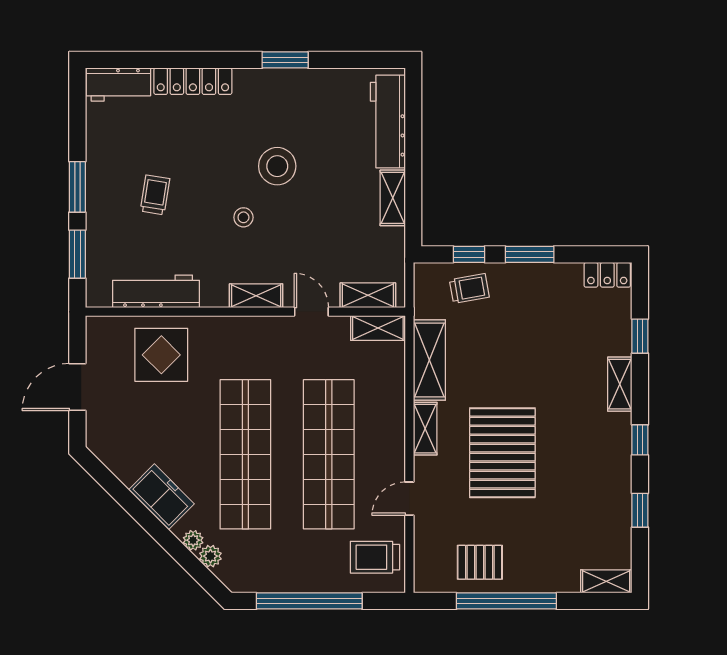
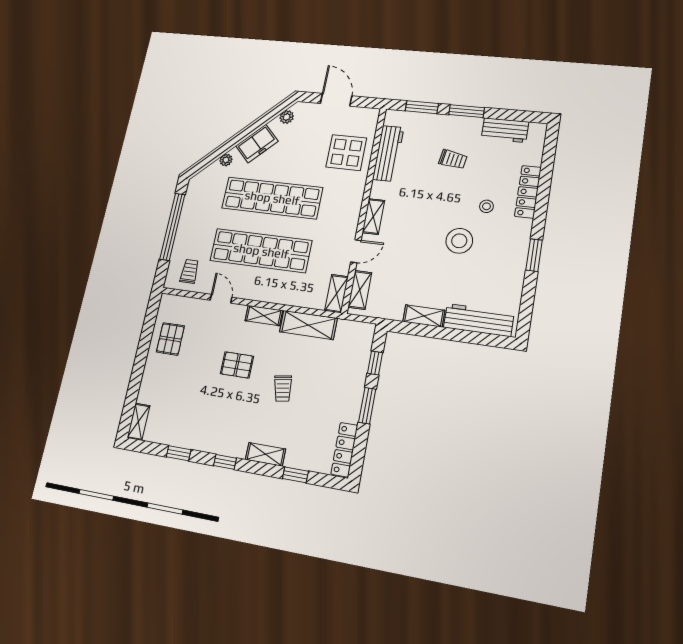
workbench: (118, 85) -> (505, 130), moved, turned -90
stool: (243, 217) -> (486, 206), moved
locker: (607, 275) -> (344, 450), width x1.53
trolley: (469, 288) -> (283, 388), moved
pallet: (502, 453) -> (237, 365), width x0.49, depth x0.50
plant: (210, 556) -> (287, 117), moved
trolley: (375, 557) -> (189, 271), width x0.73, depth x0.72
window: (506, 601) -> (142, 353), removed

